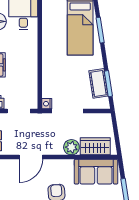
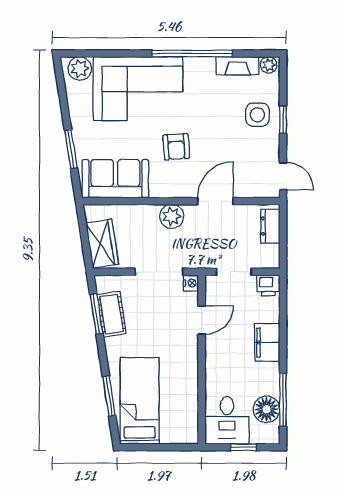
door: (40, 80) -> (202, 320), added
wardrobe: (95, 146) -> (102, 244), moved, turned -99
plant: (71, 147) -> (172, 216), moved

